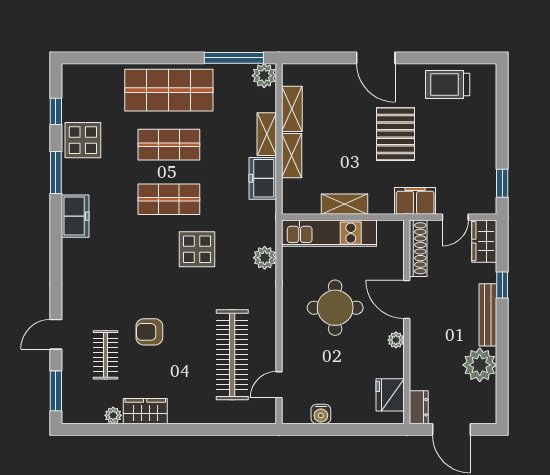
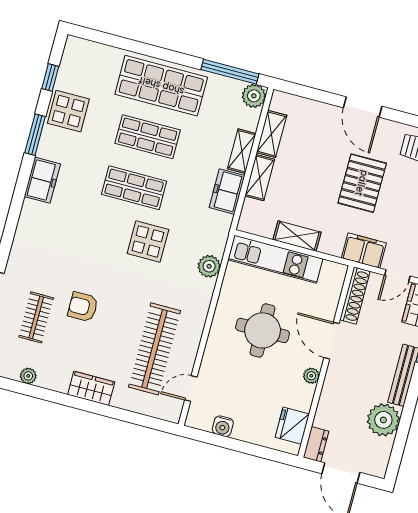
wardrobe: (145, 411) -> (91, 388), moved

